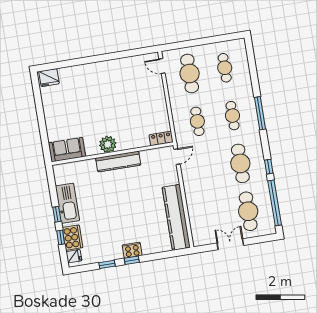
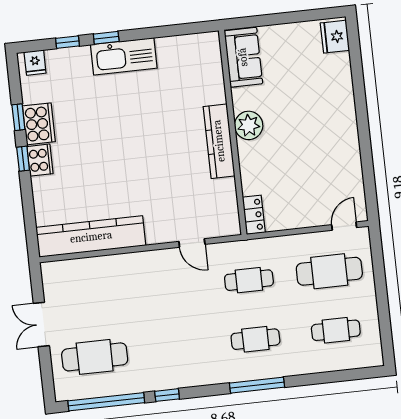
locker: (161, 138) -> (254, 215), moved
plant: (108, 144) -> (249, 125), moved
sofa: (67, 150) -> (243, 57), moved
wall: (112, 154) -> (233, 132), moved
kitchen counter: (118, 162) -> (219, 141), moved
cafe table: (240, 163) -> (175, 348), removed
cooker: (73, 238) -> (39, 124), moved, turned -90
double door: (230, 244) -> (41, 325), swing flipped

